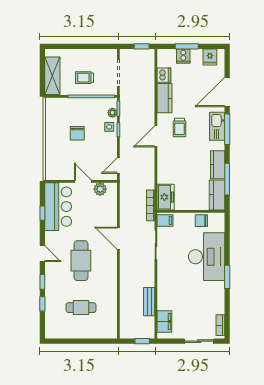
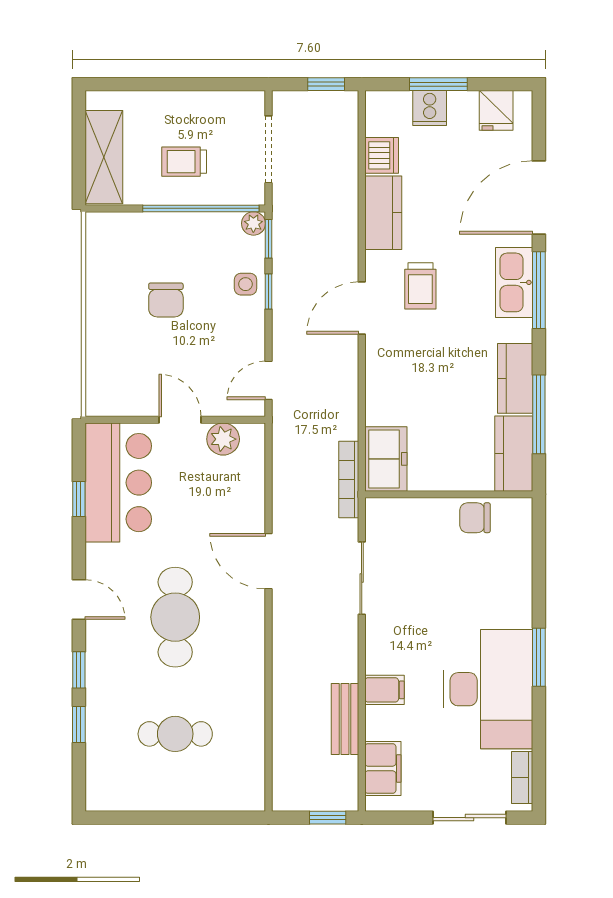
plant: (112, 113) -> (253, 223), moved
filing cabinet: (165, 220) -> (384, 690), moved
desk: (207, 257) -> (488, 689), moved

